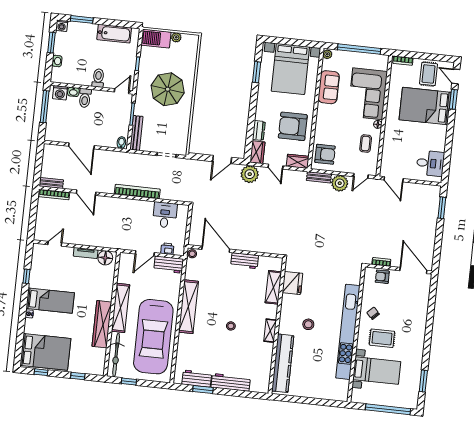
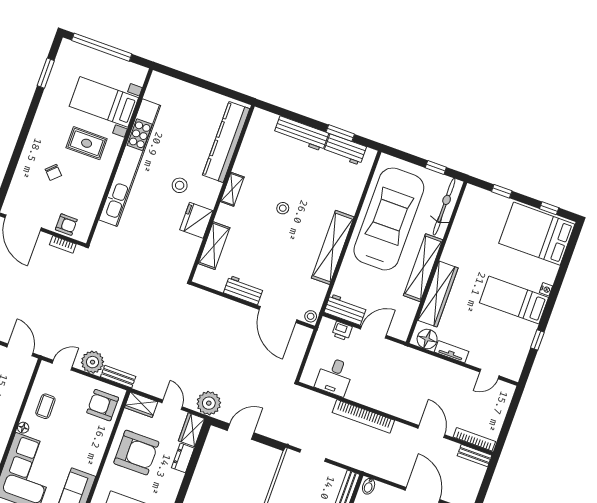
fridge: (292, 283) -> (196, 220), moved
chair: (373, 313) -> (53, 172), moved
wardrobe: (102, 324) -> (438, 294), moved

